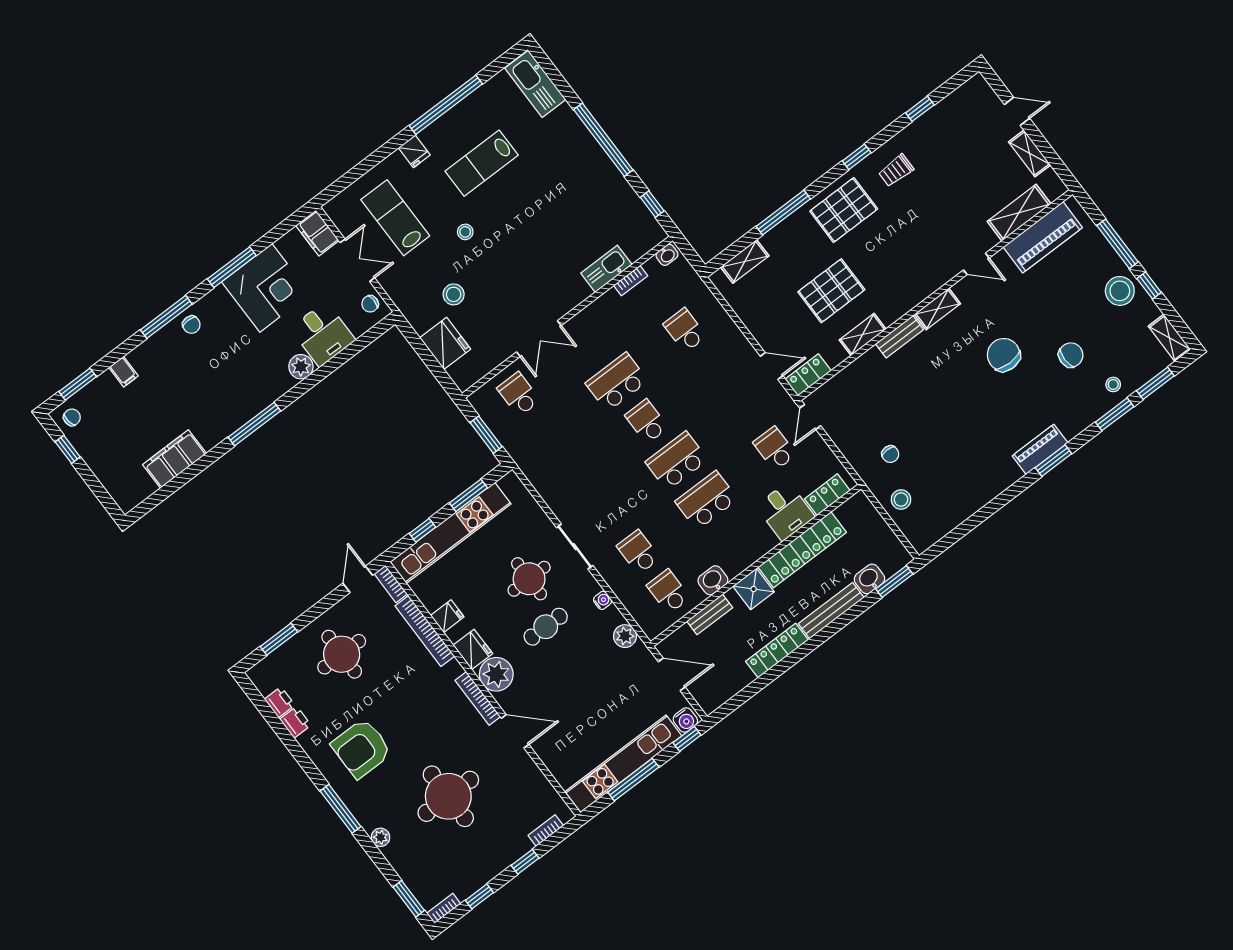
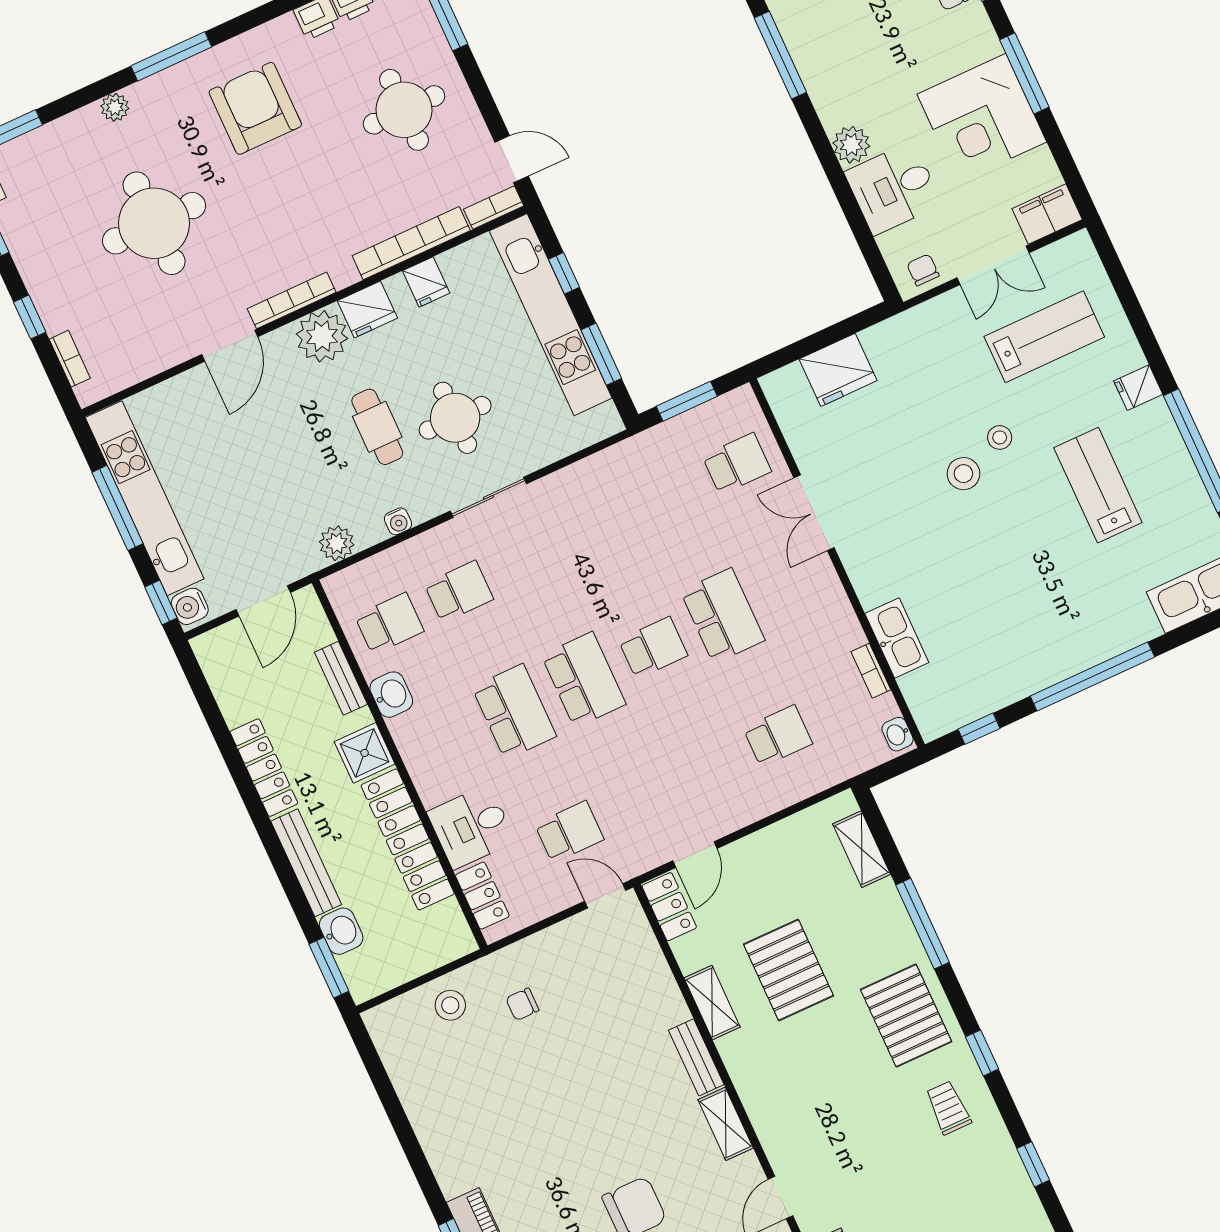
stool: (454, 294) -> (963, 474), moved

